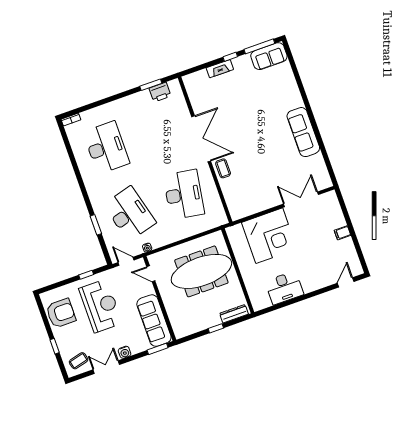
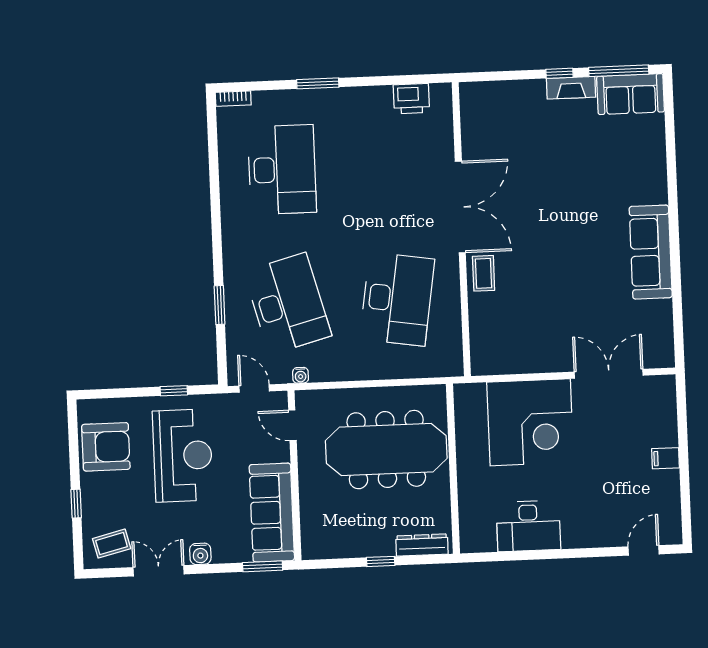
fireplace: (220, 69) -> (571, 88), moved
window: (151, 85) -> (318, 83), moved

